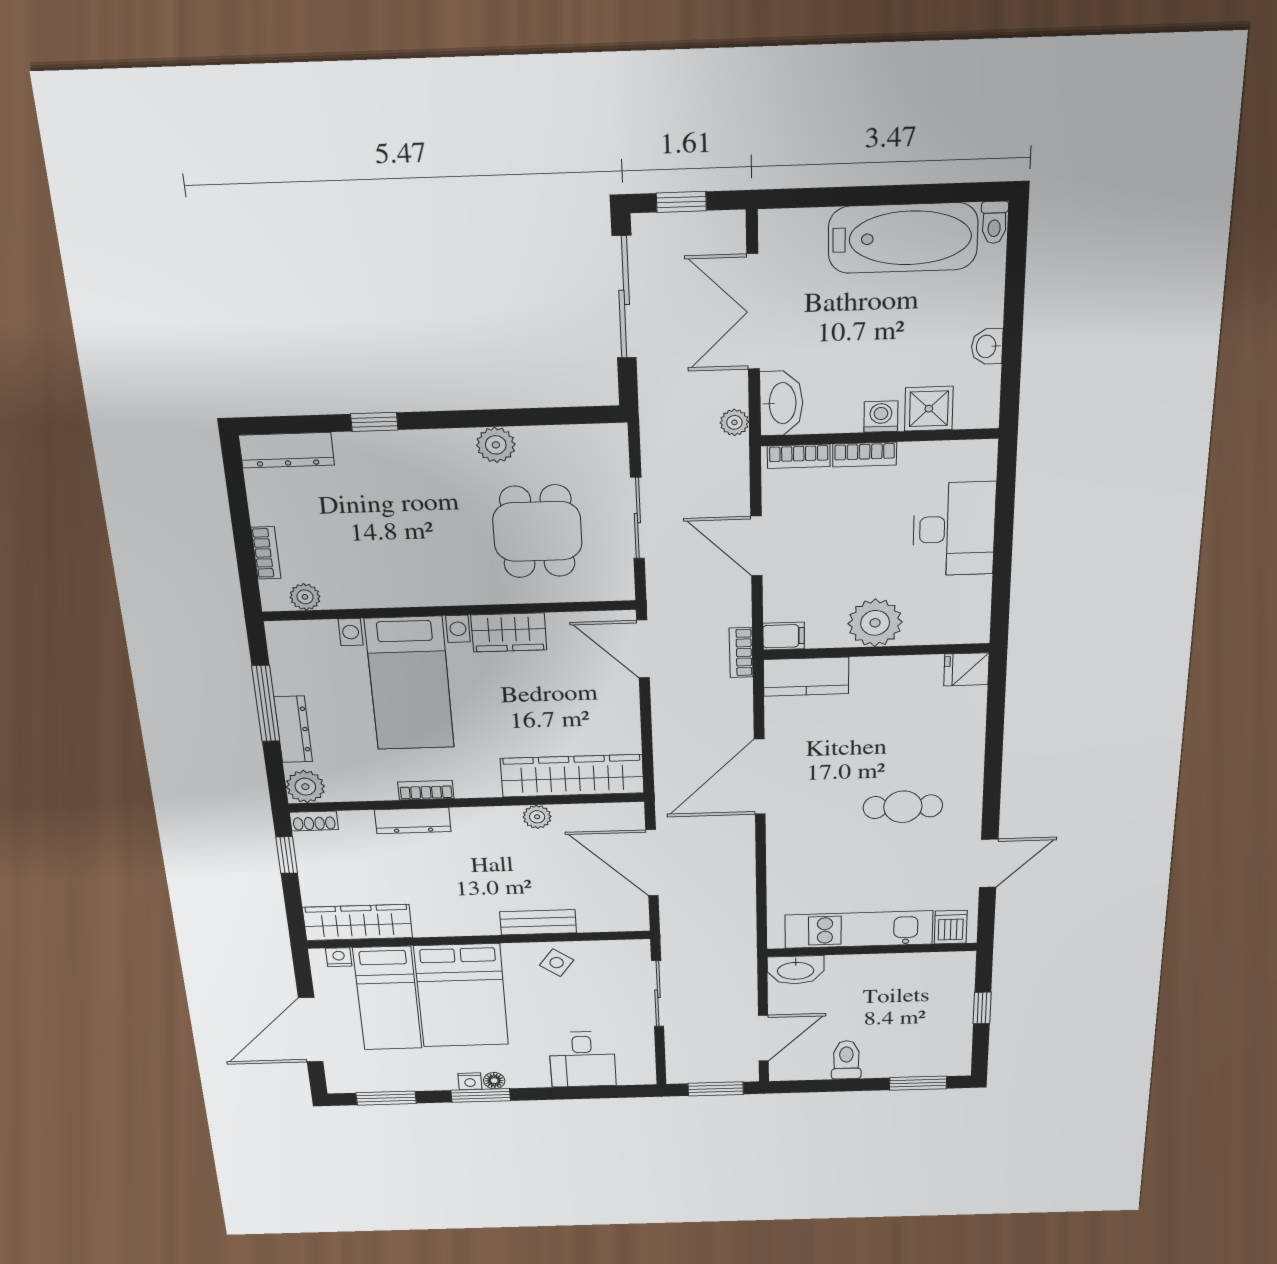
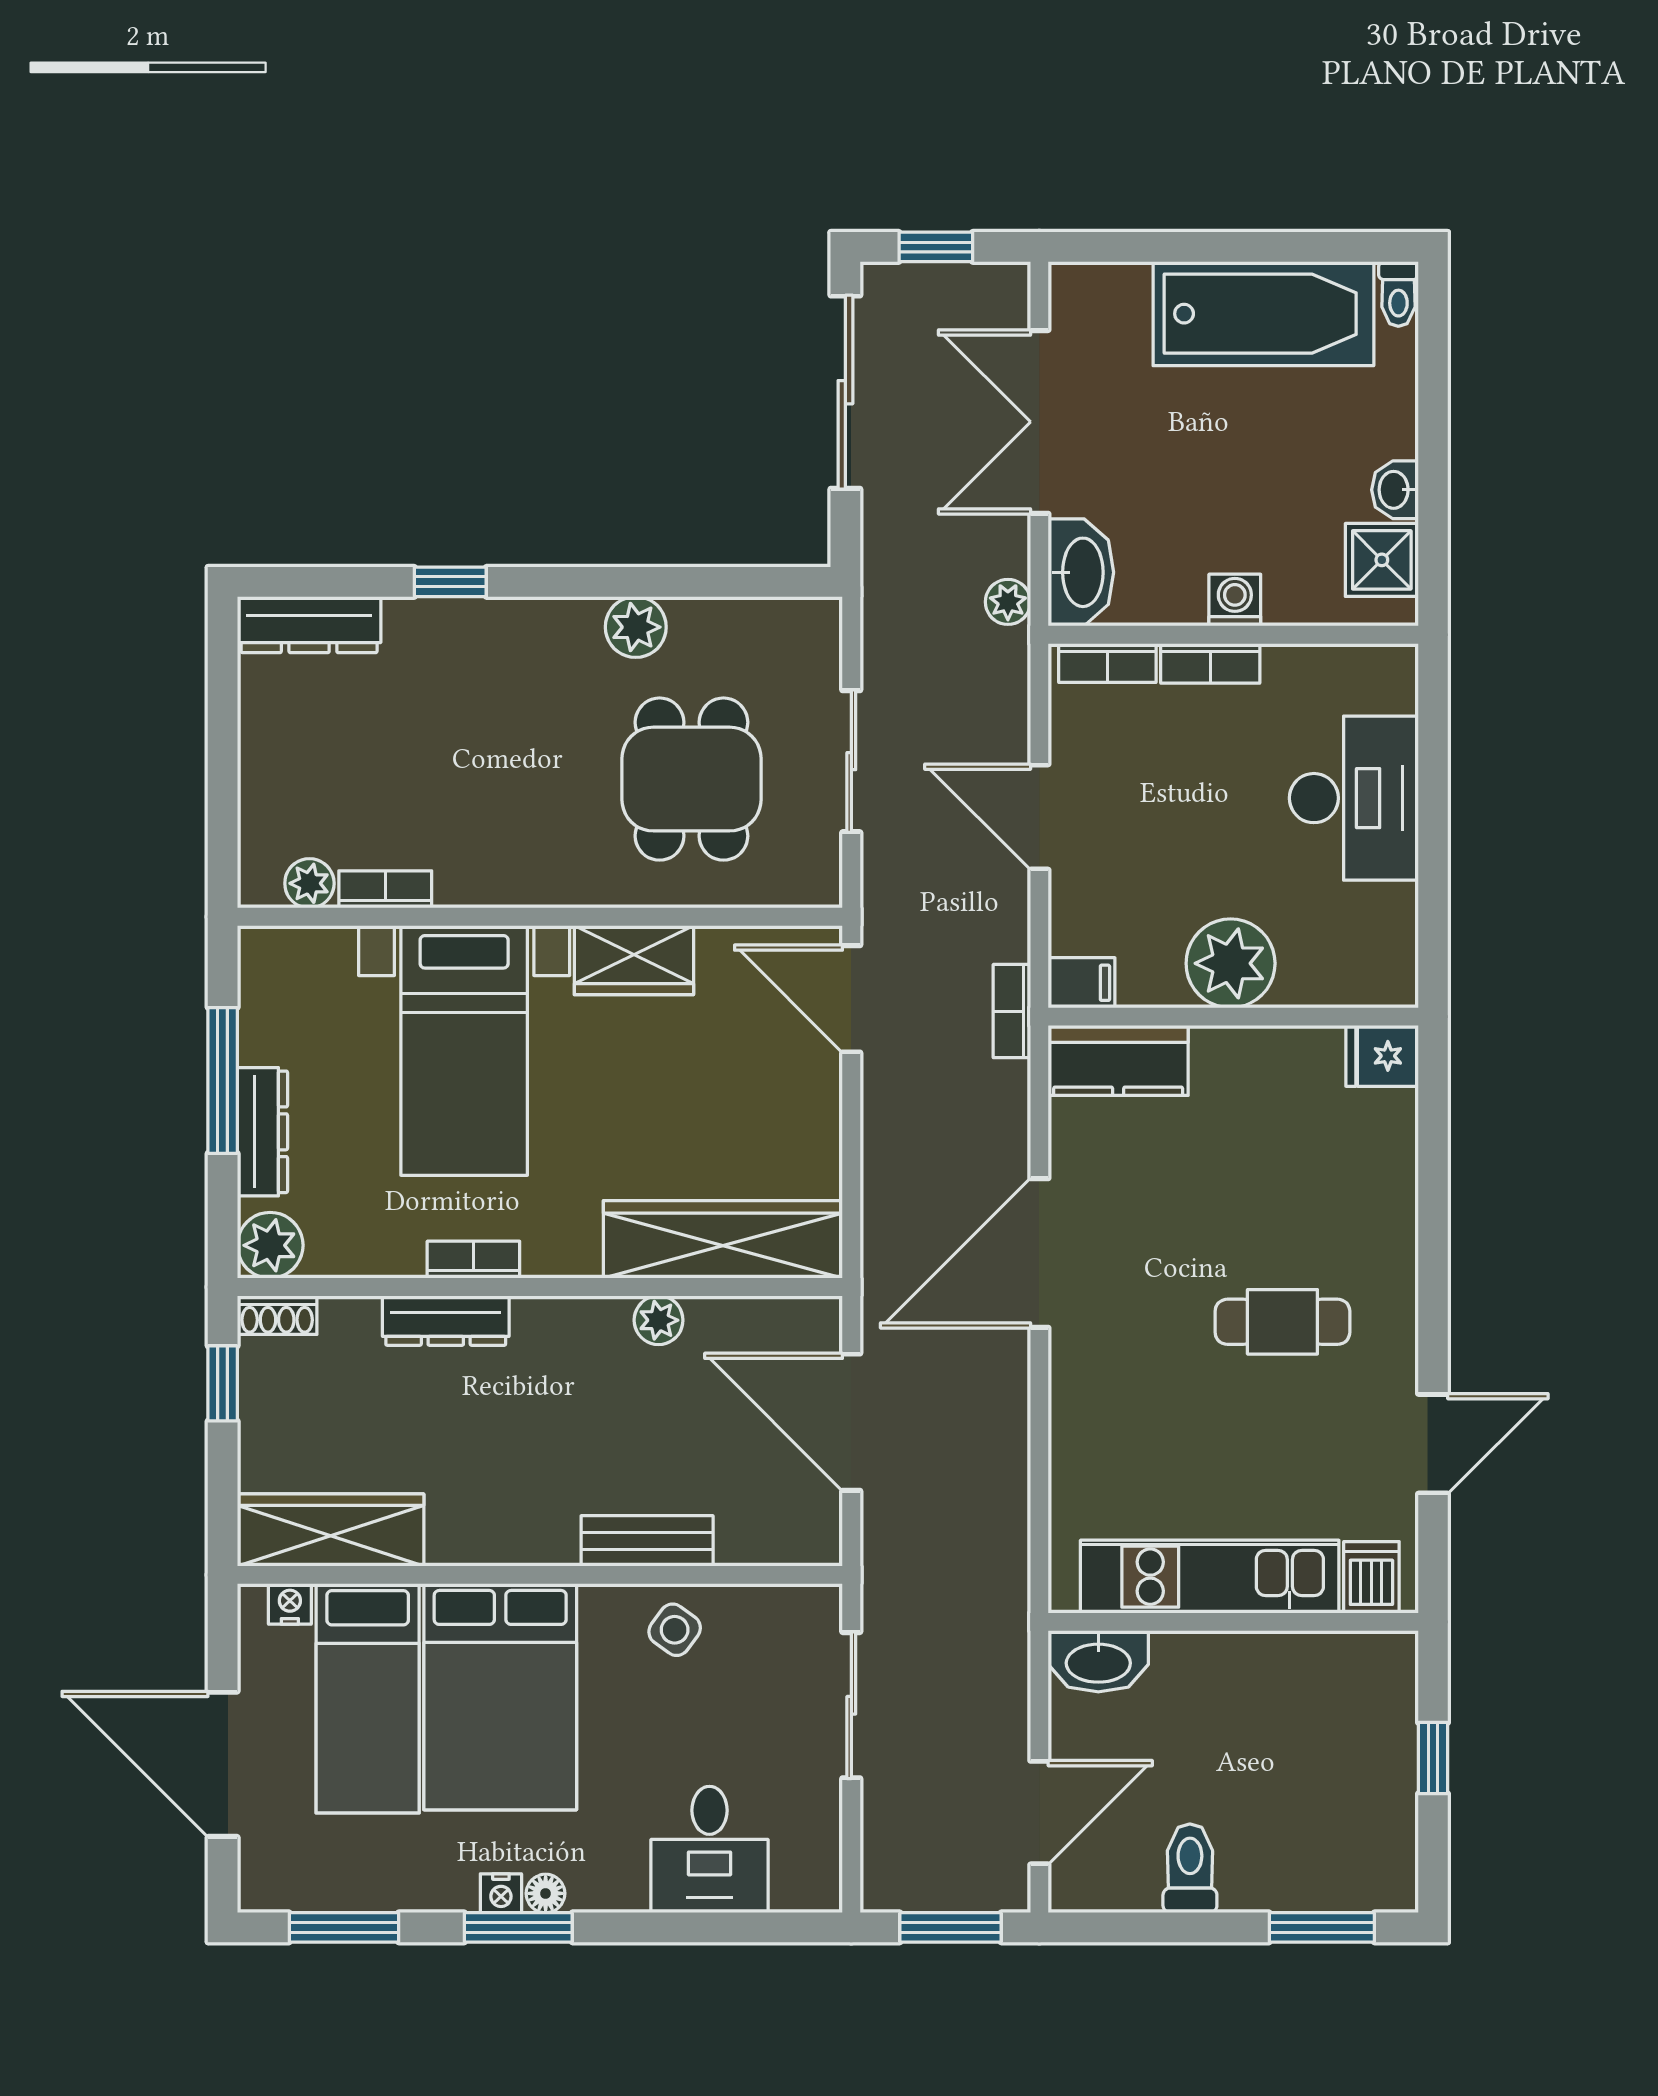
shower: (929, 409) -> (1382, 560), moved
bookcase: (266, 553) -> (385, 889), moved, turned -90
door: (311, 1030) -> (223, 1764), hinge flipped

